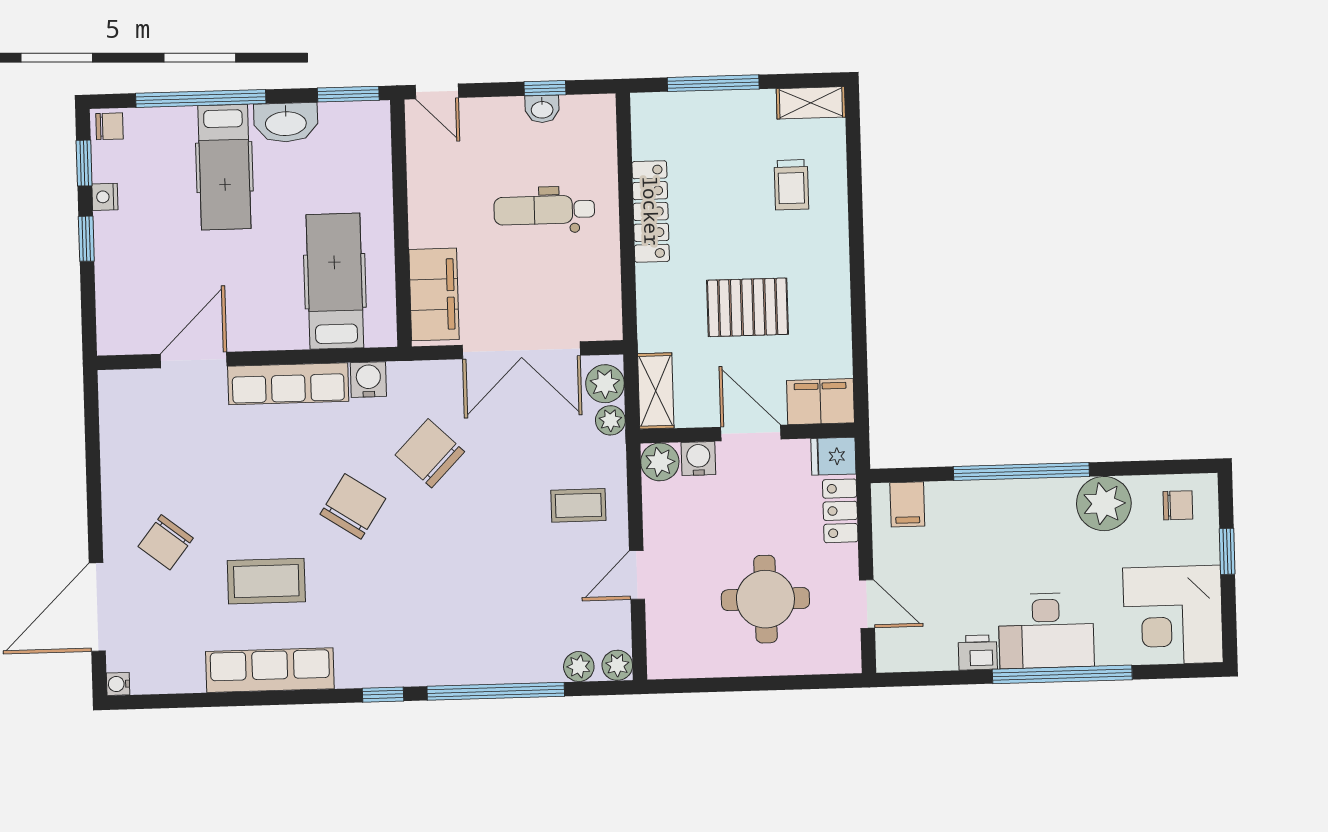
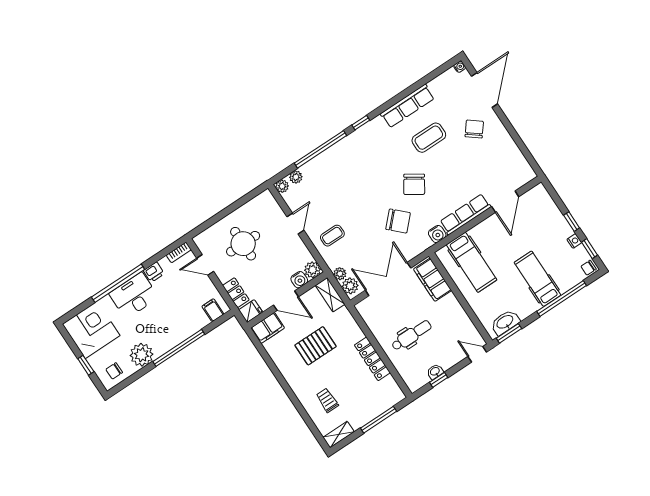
washbasin: (286, 122) -> (505, 322), moved
bookcase: (904, 661) -> (179, 252), added

